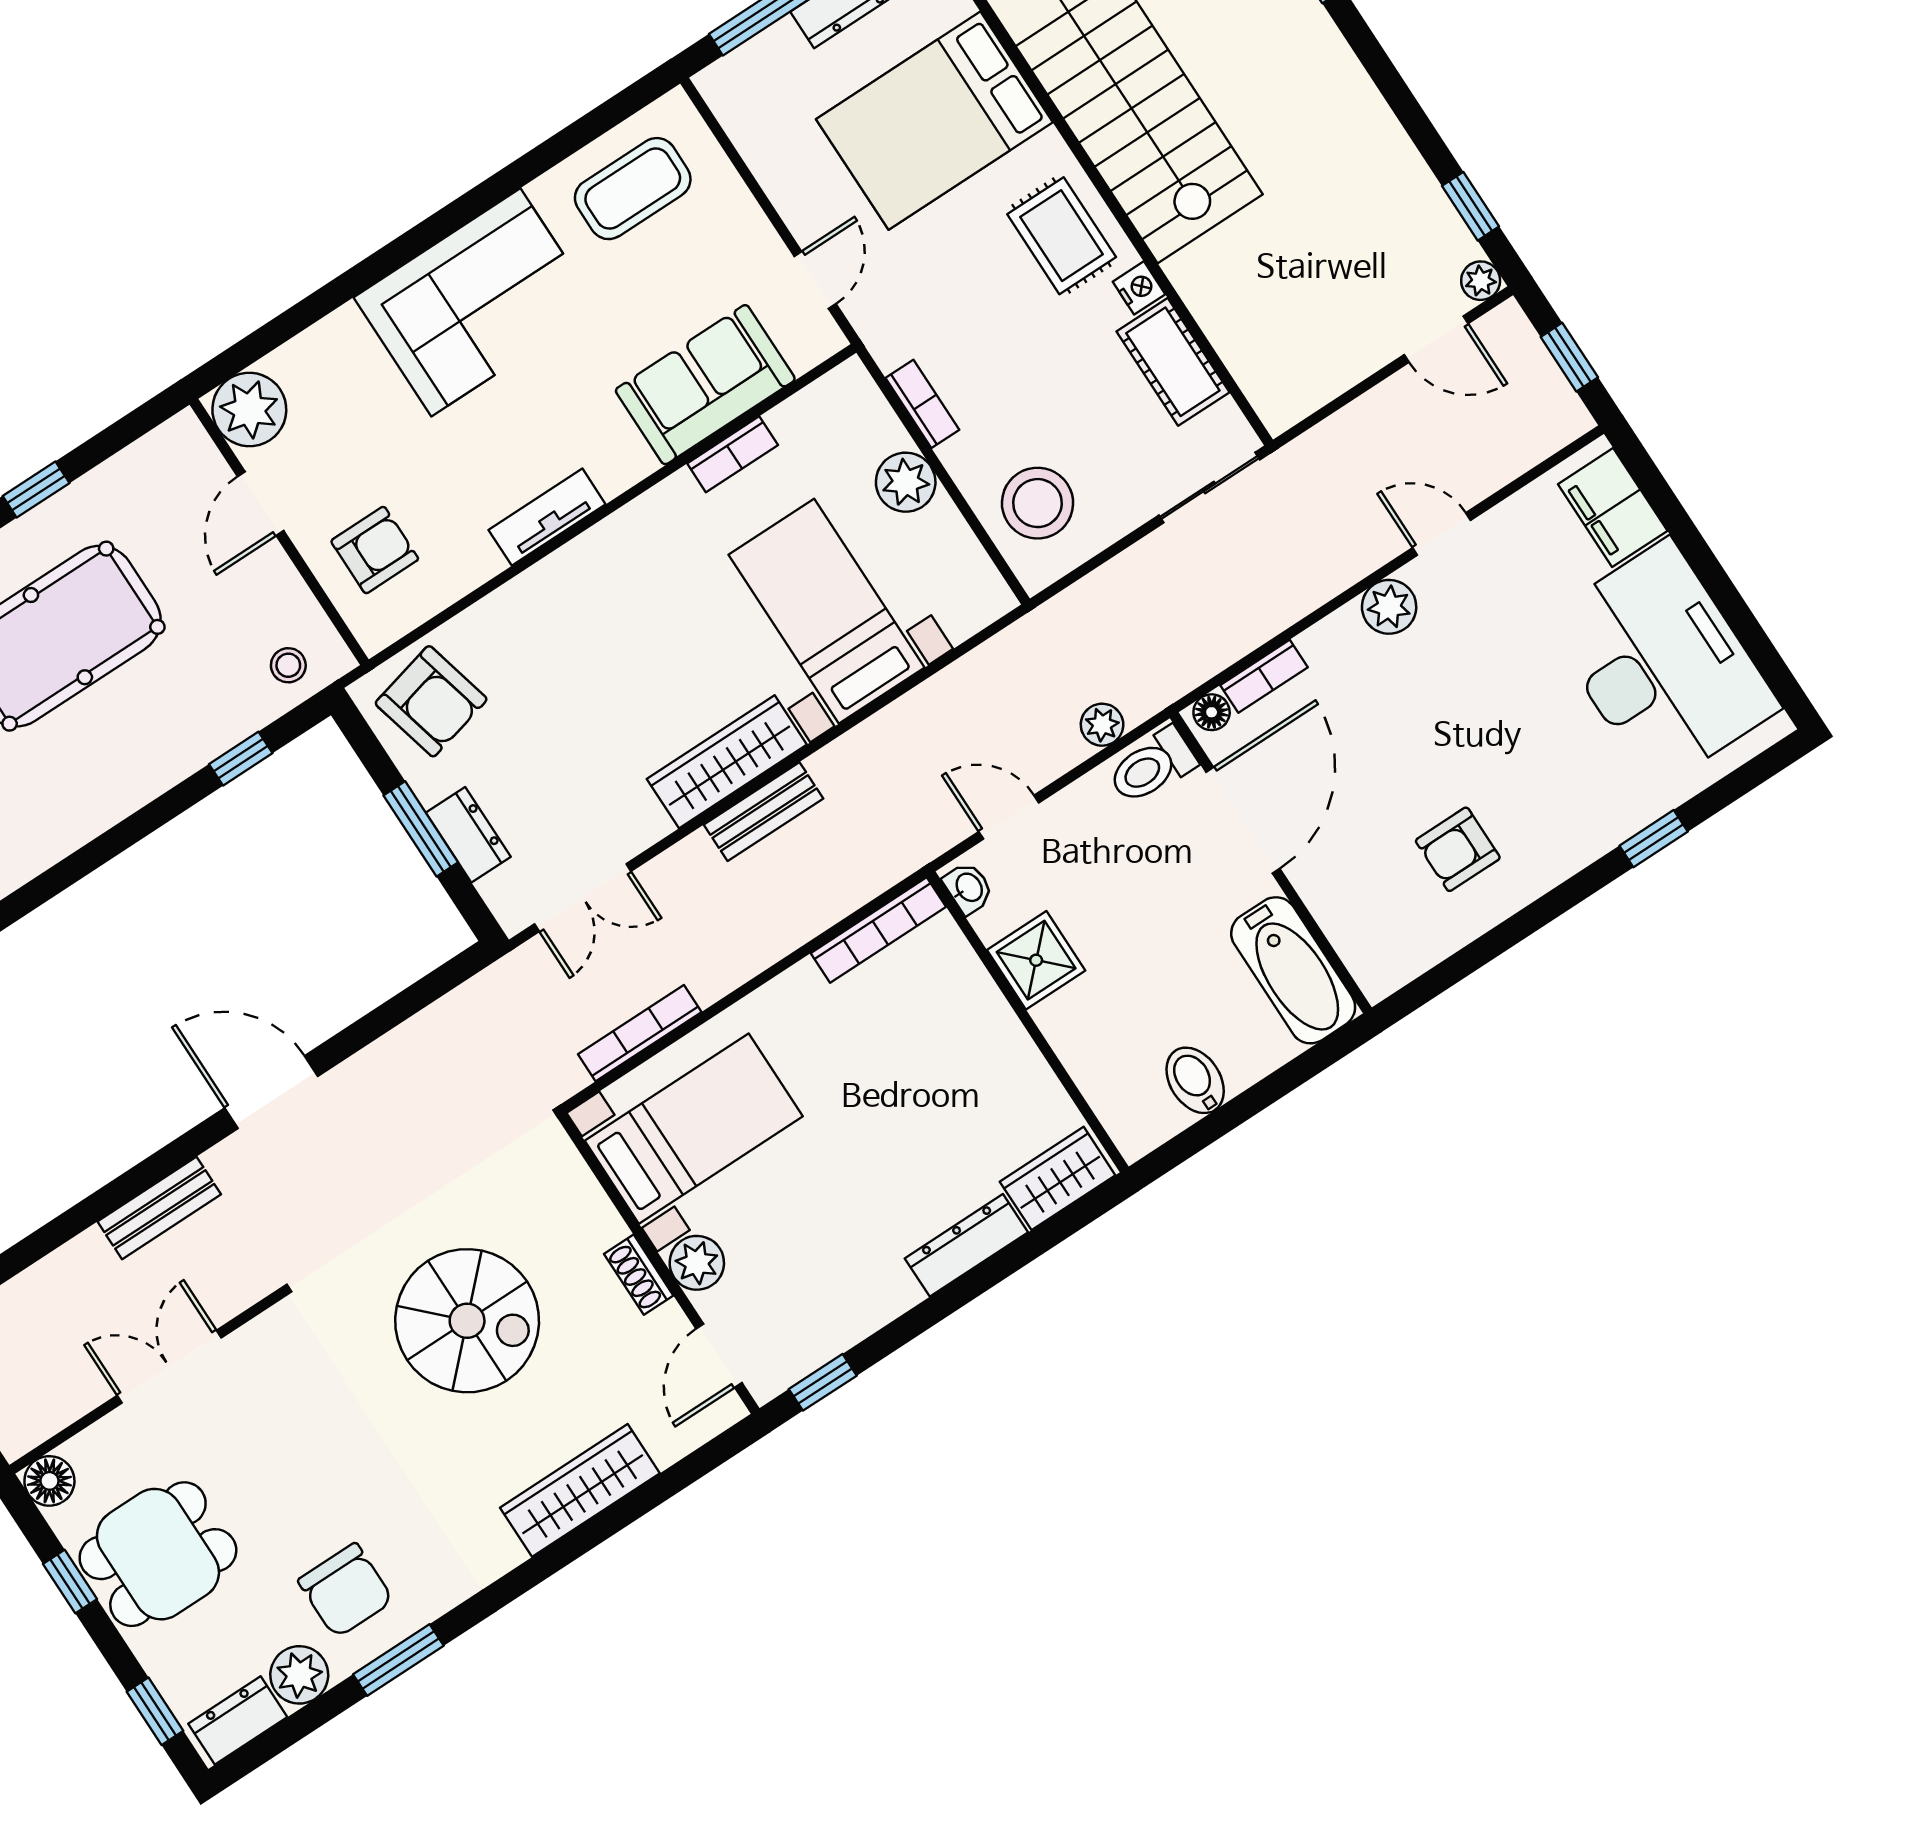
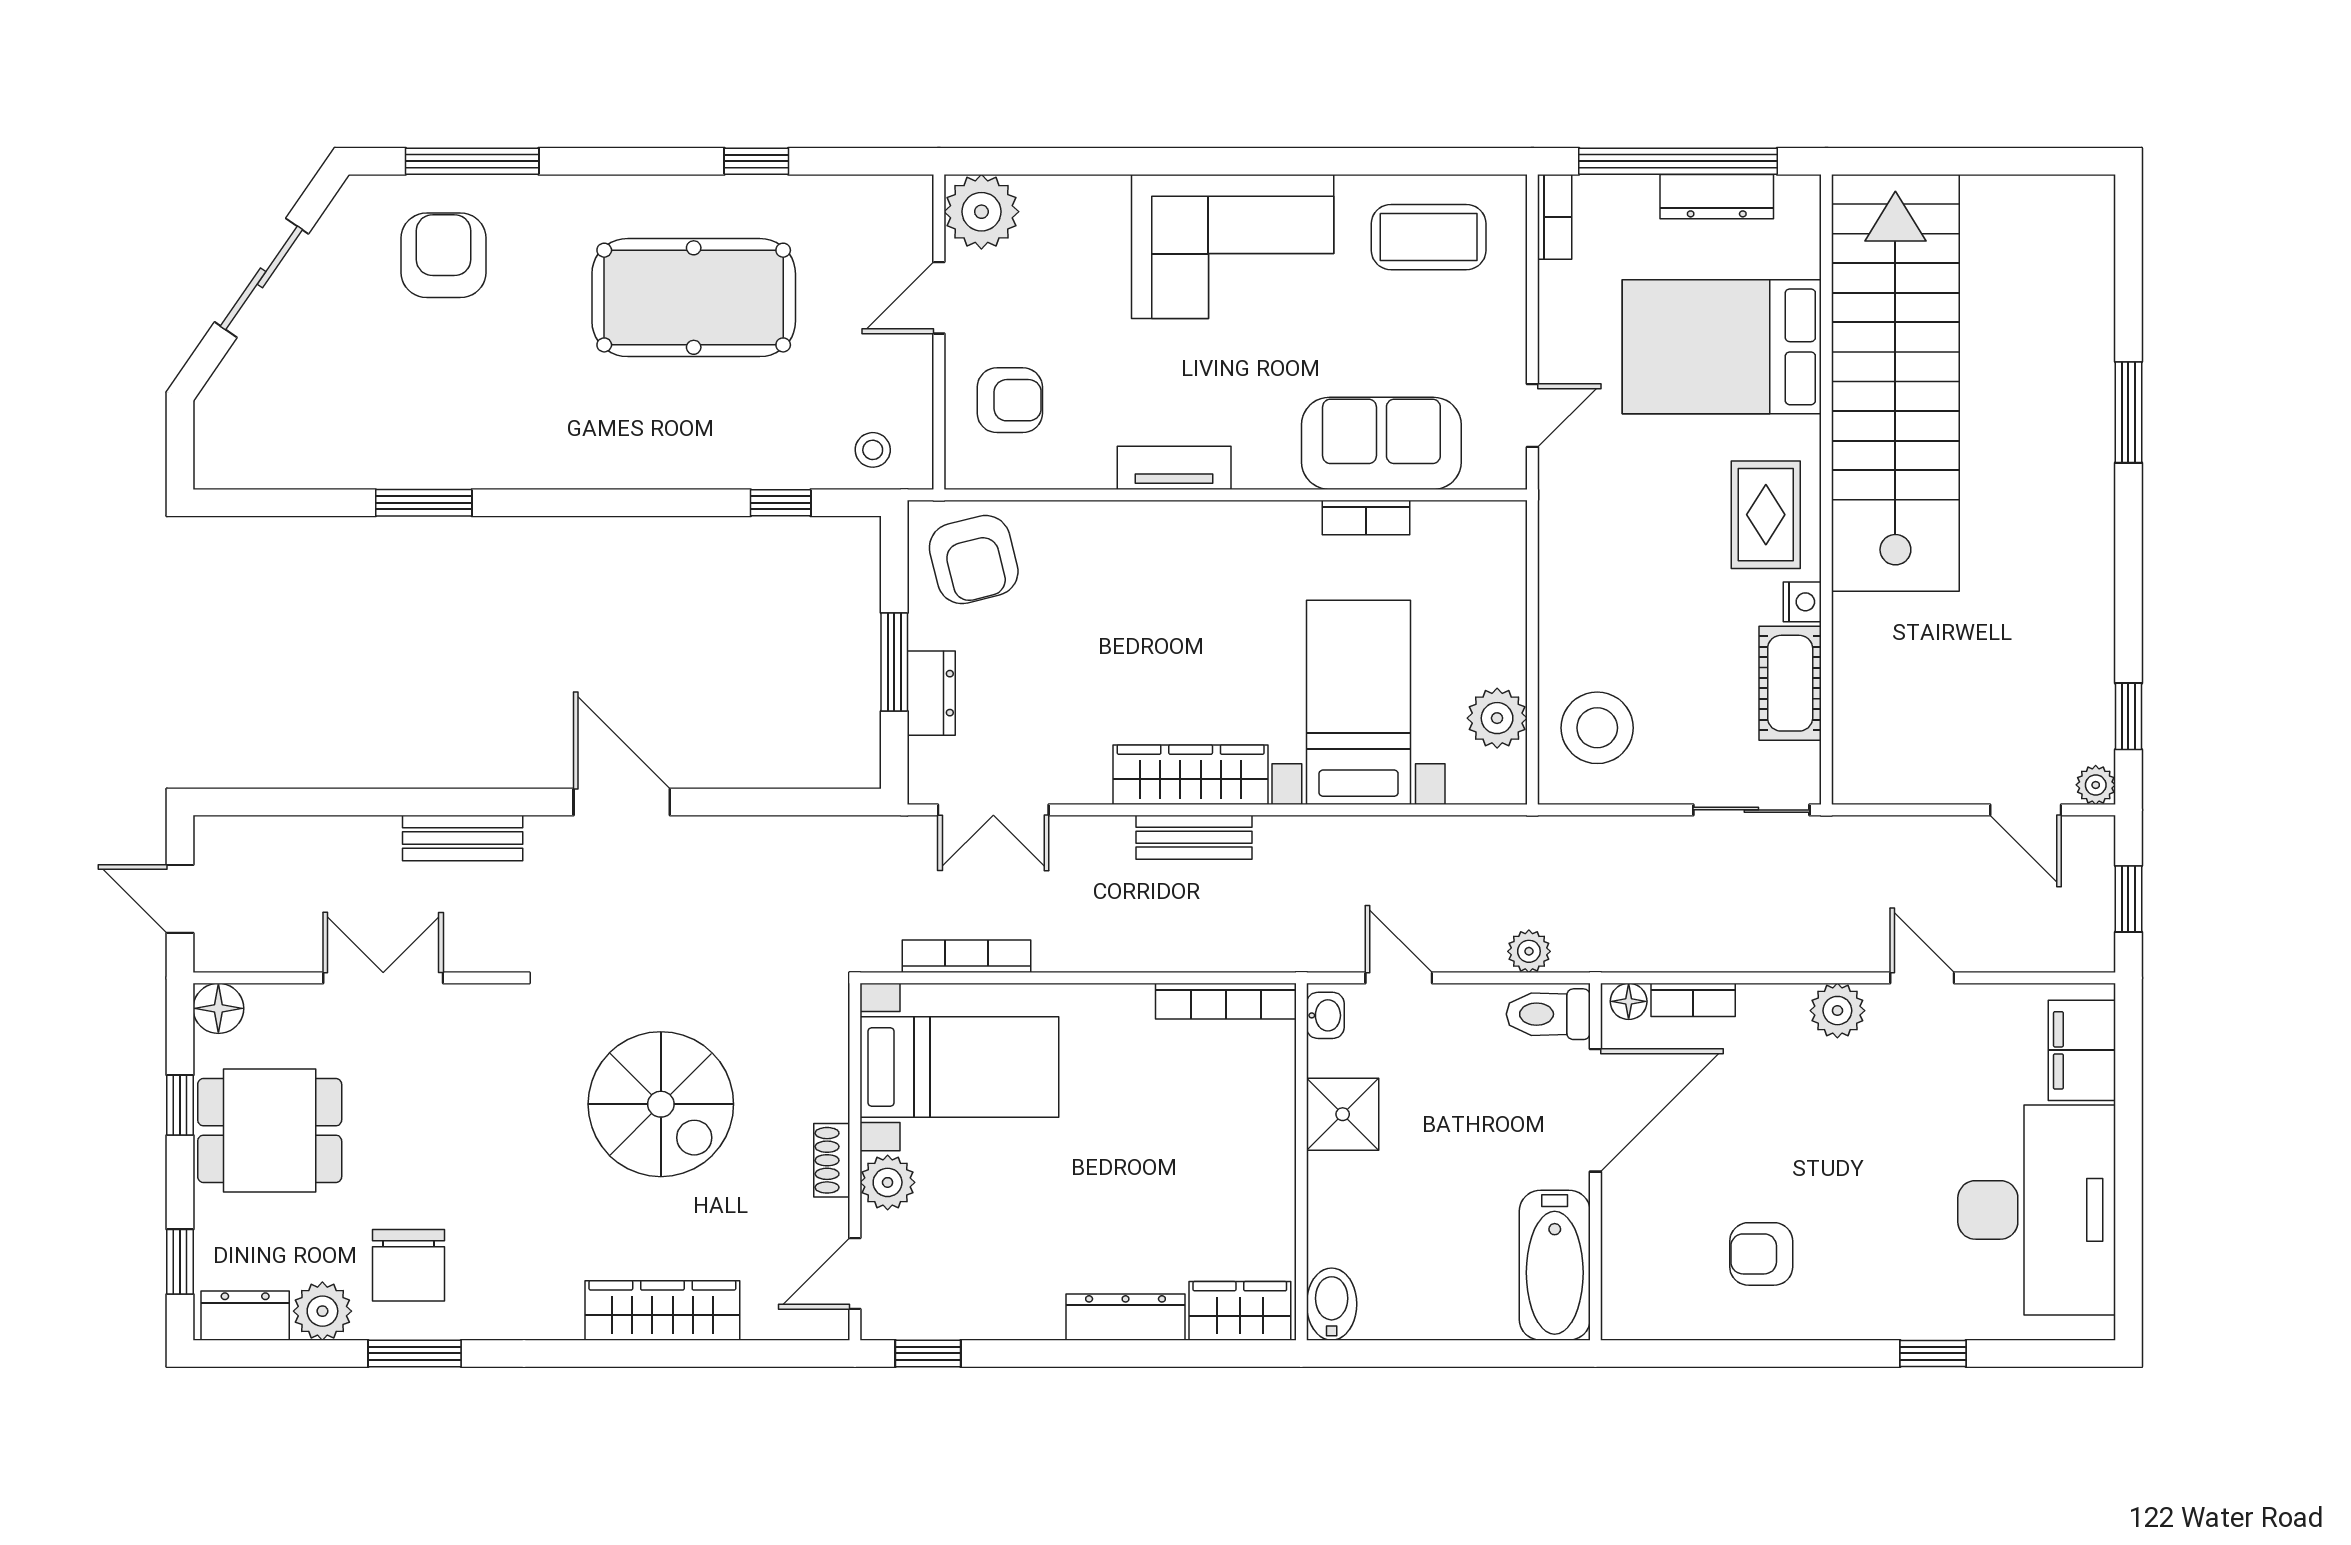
bookcase: (922, 404) -> (1555, 217), moved
plant: (906, 482) -> (1497, 718), moved
bidet: (1195, 1080) -> (1332, 1304), moved

